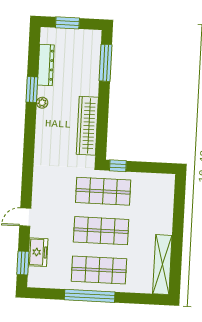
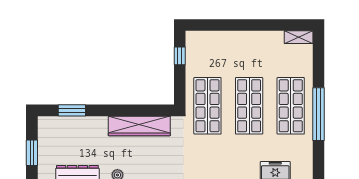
window: (106, 63) -> (72, 110), width x0.69
window: (118, 166) -> (180, 56), moved
shelving: (162, 265) -> (299, 37), width x0.45, depth x0.75

